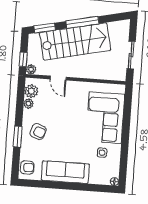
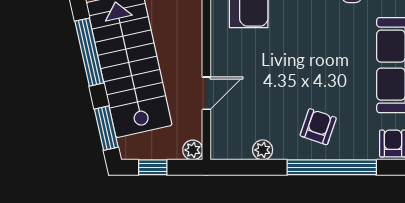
window: (23, 59) -> (153, 167), moved
plant: (31, 91) -> (237, 146), removed
window: (18, 137) -> (332, 167), width x2.11

